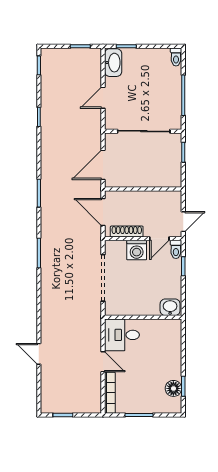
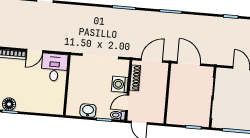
door: (159, 239) -> (127, 103), hinge flipped
washbasin: (170, 307) -> (88, 111), moved, turned -90

